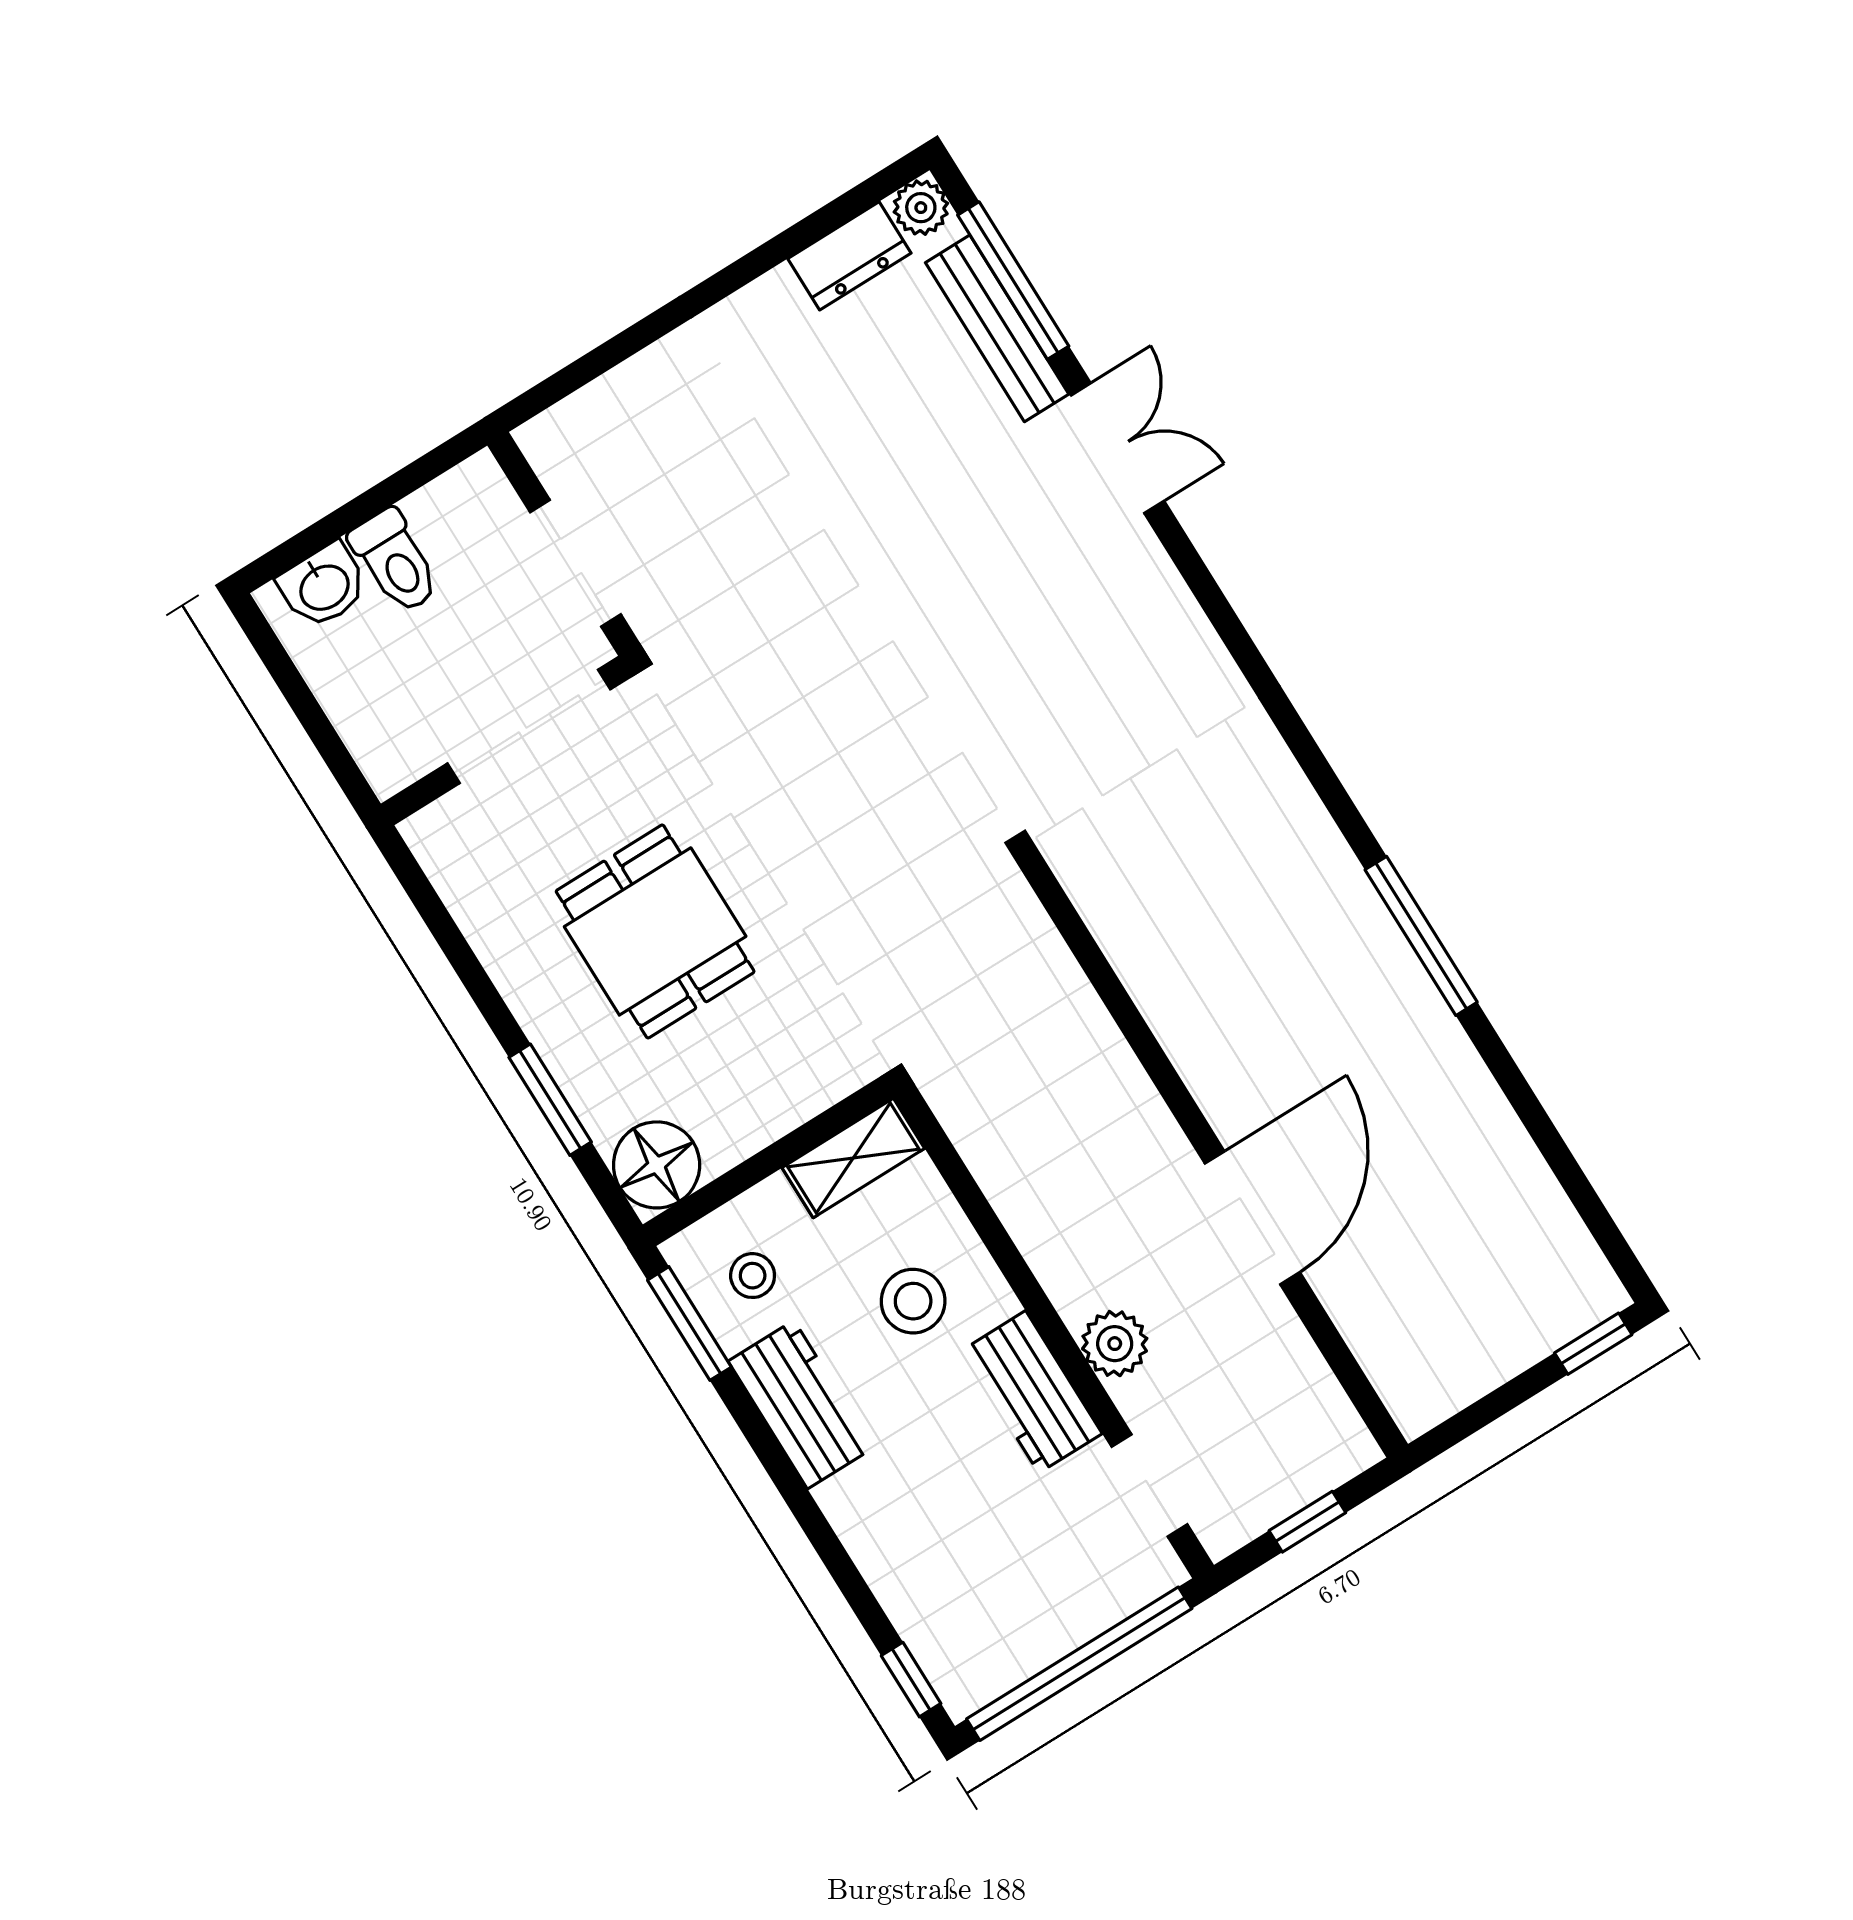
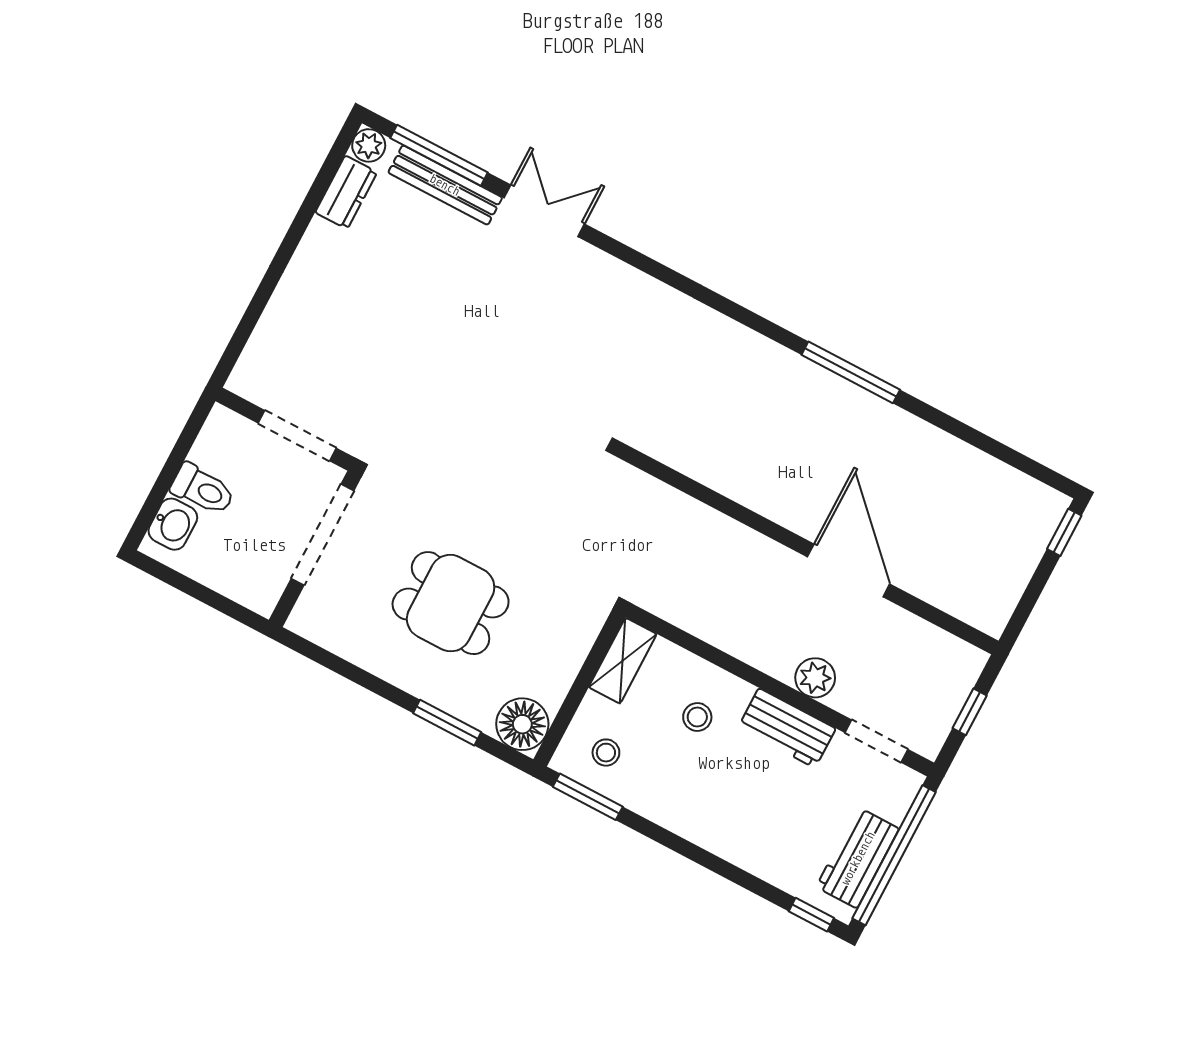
stool: (913, 1301) -> (697, 717), width x0.73, depth x0.73
workbench: (801, 1405) -> (858, 858), moved, turned -90

